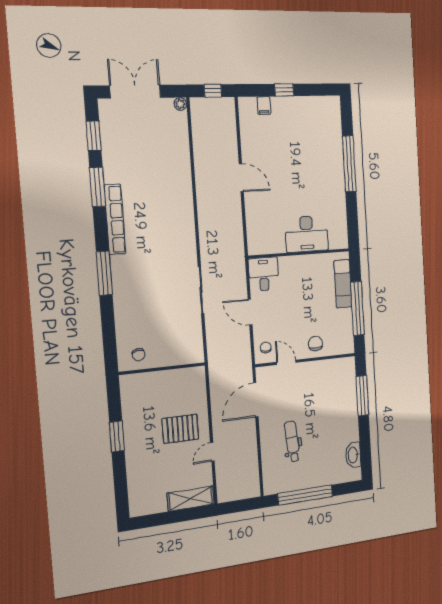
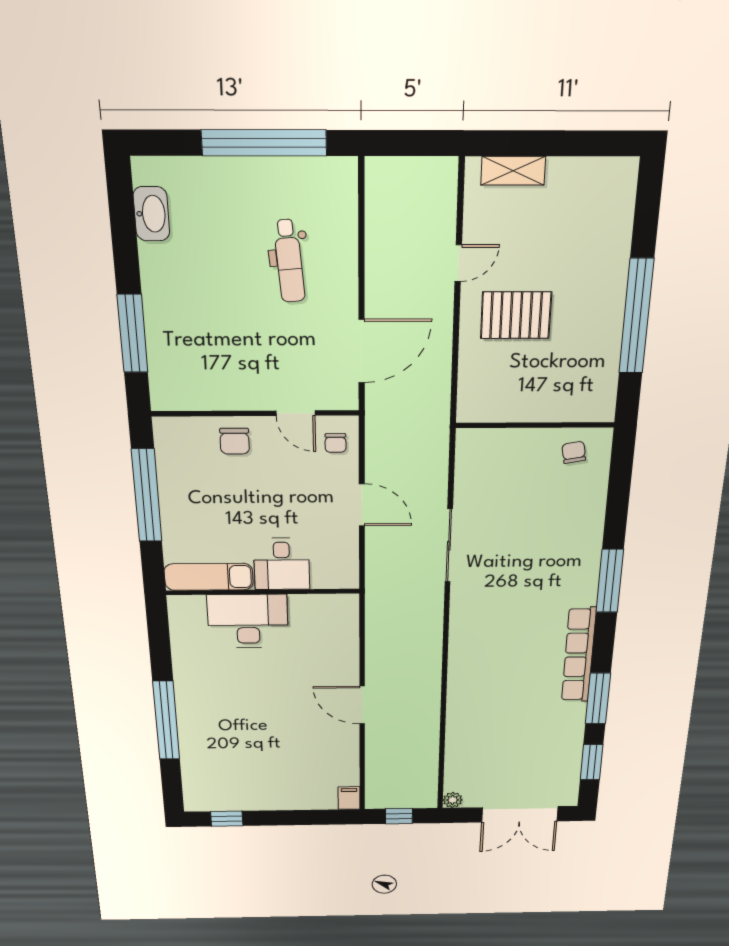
window: (284, 90) -> (227, 819), moved
filing cabinet: (264, 105) -> (349, 798), moved
desk: (264, 274) -> (282, 564), moved
exam couch: (343, 284) -> (209, 577), moved, turned -90
window: (117, 436) -> (636, 316), width x2.11
shelving: (191, 499) -> (513, 171), width x0.67, depth x0.75

